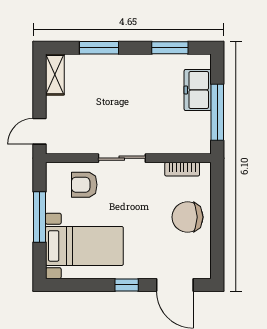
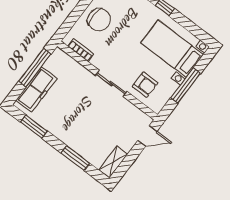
freezer: (198, 90) -> (36, 89), width x1.40

